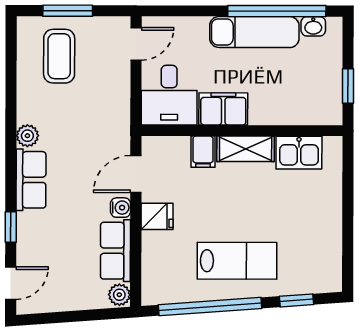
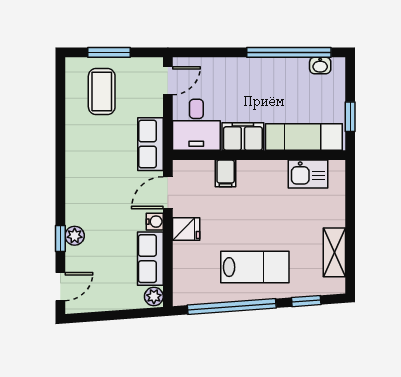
exam couch: (254, 32) -> (304, 137), moved, turned 180
plant: (27, 136) -> (75, 236), moved
shelving: (246, 149) -> (334, 252), moved, turned 90
row of seats: (31, 180) -> (151, 144), moved, turned 180

